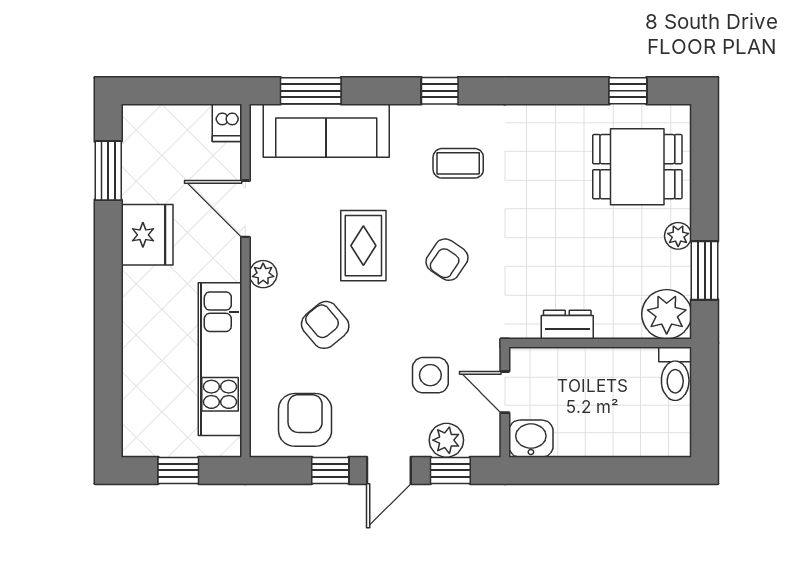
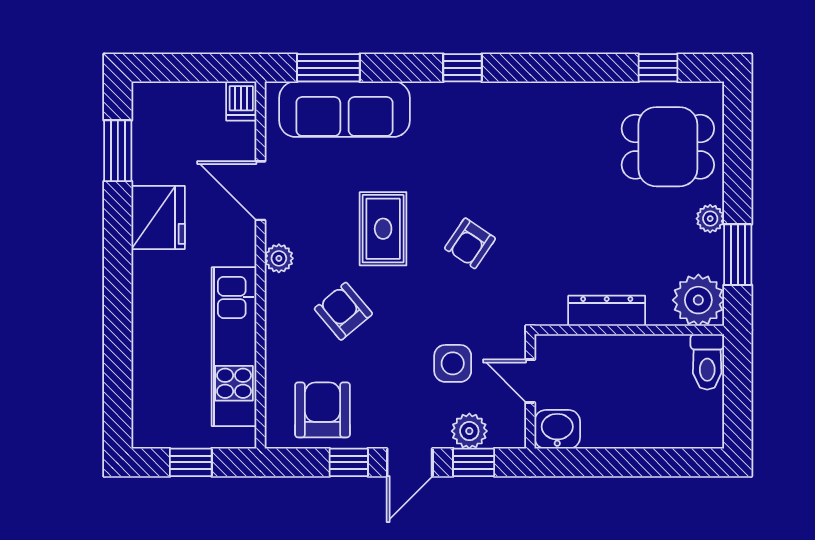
coffee table: (458, 163) -> (482, 143), removed
dresser: (567, 325) -> (607, 311), width x1.44

